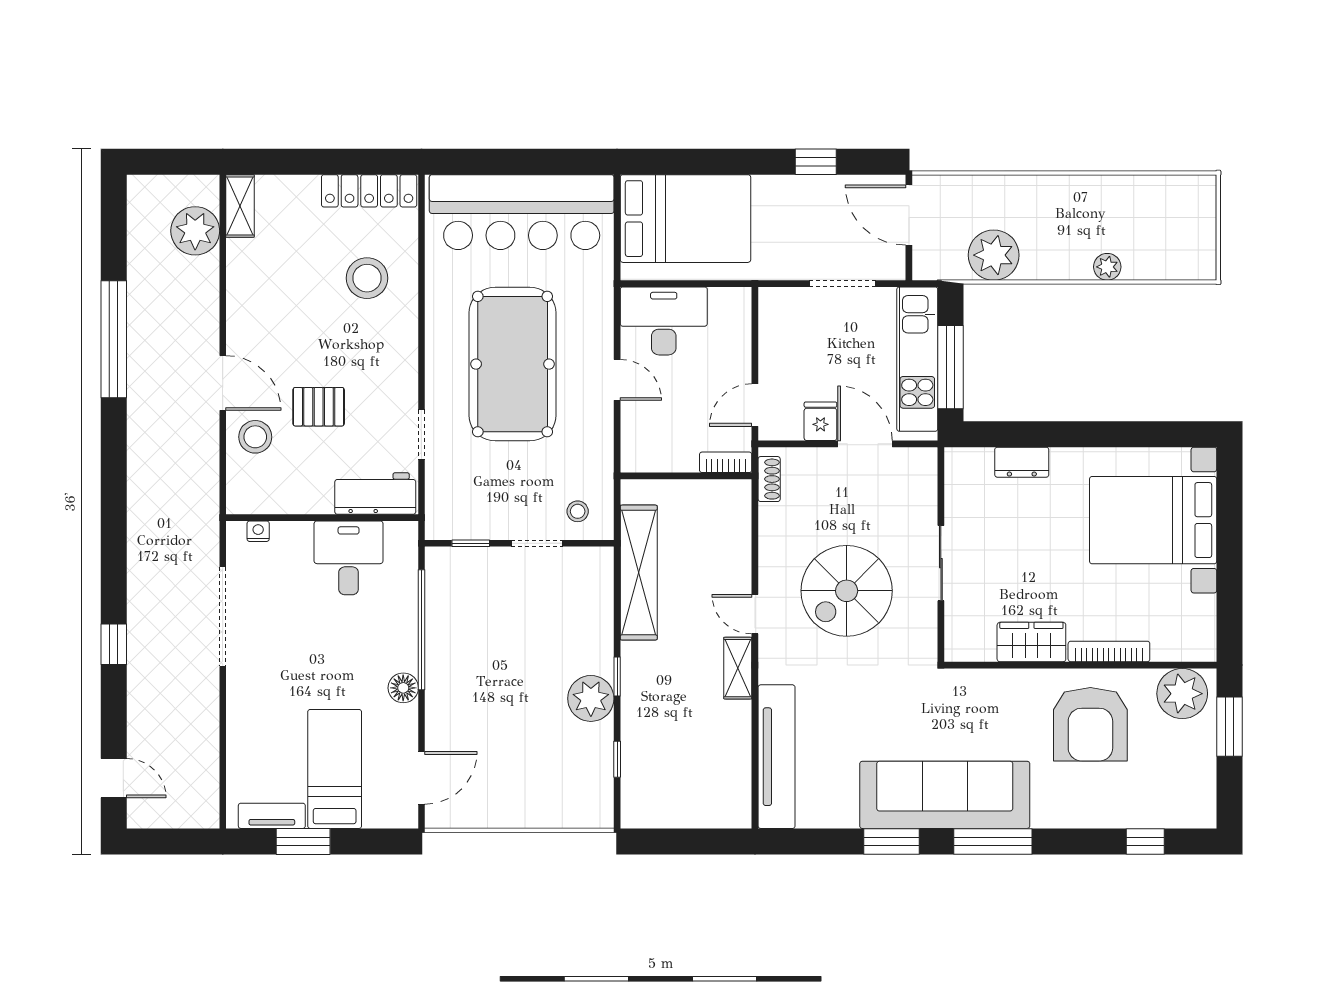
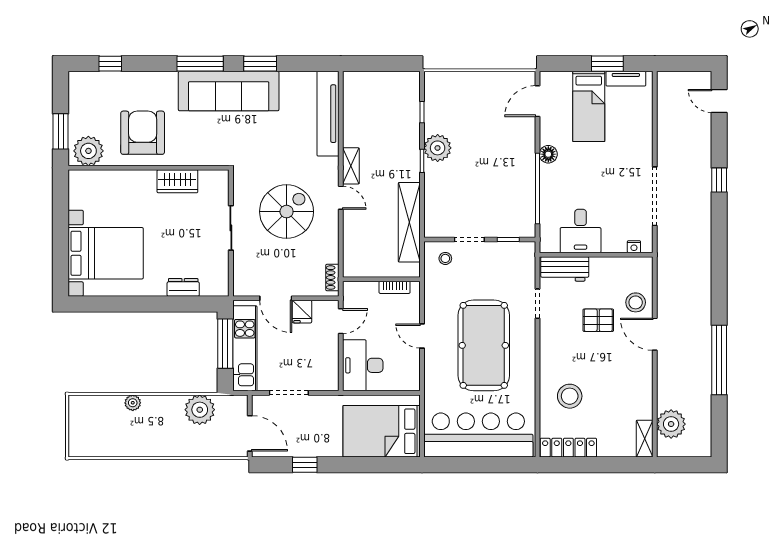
desk: (664, 321) -> (363, 365), moved, turned 90
bookcase: (726, 462) -> (395, 287), moved
bookcase: (1109, 651) -> (132, 176), removed

